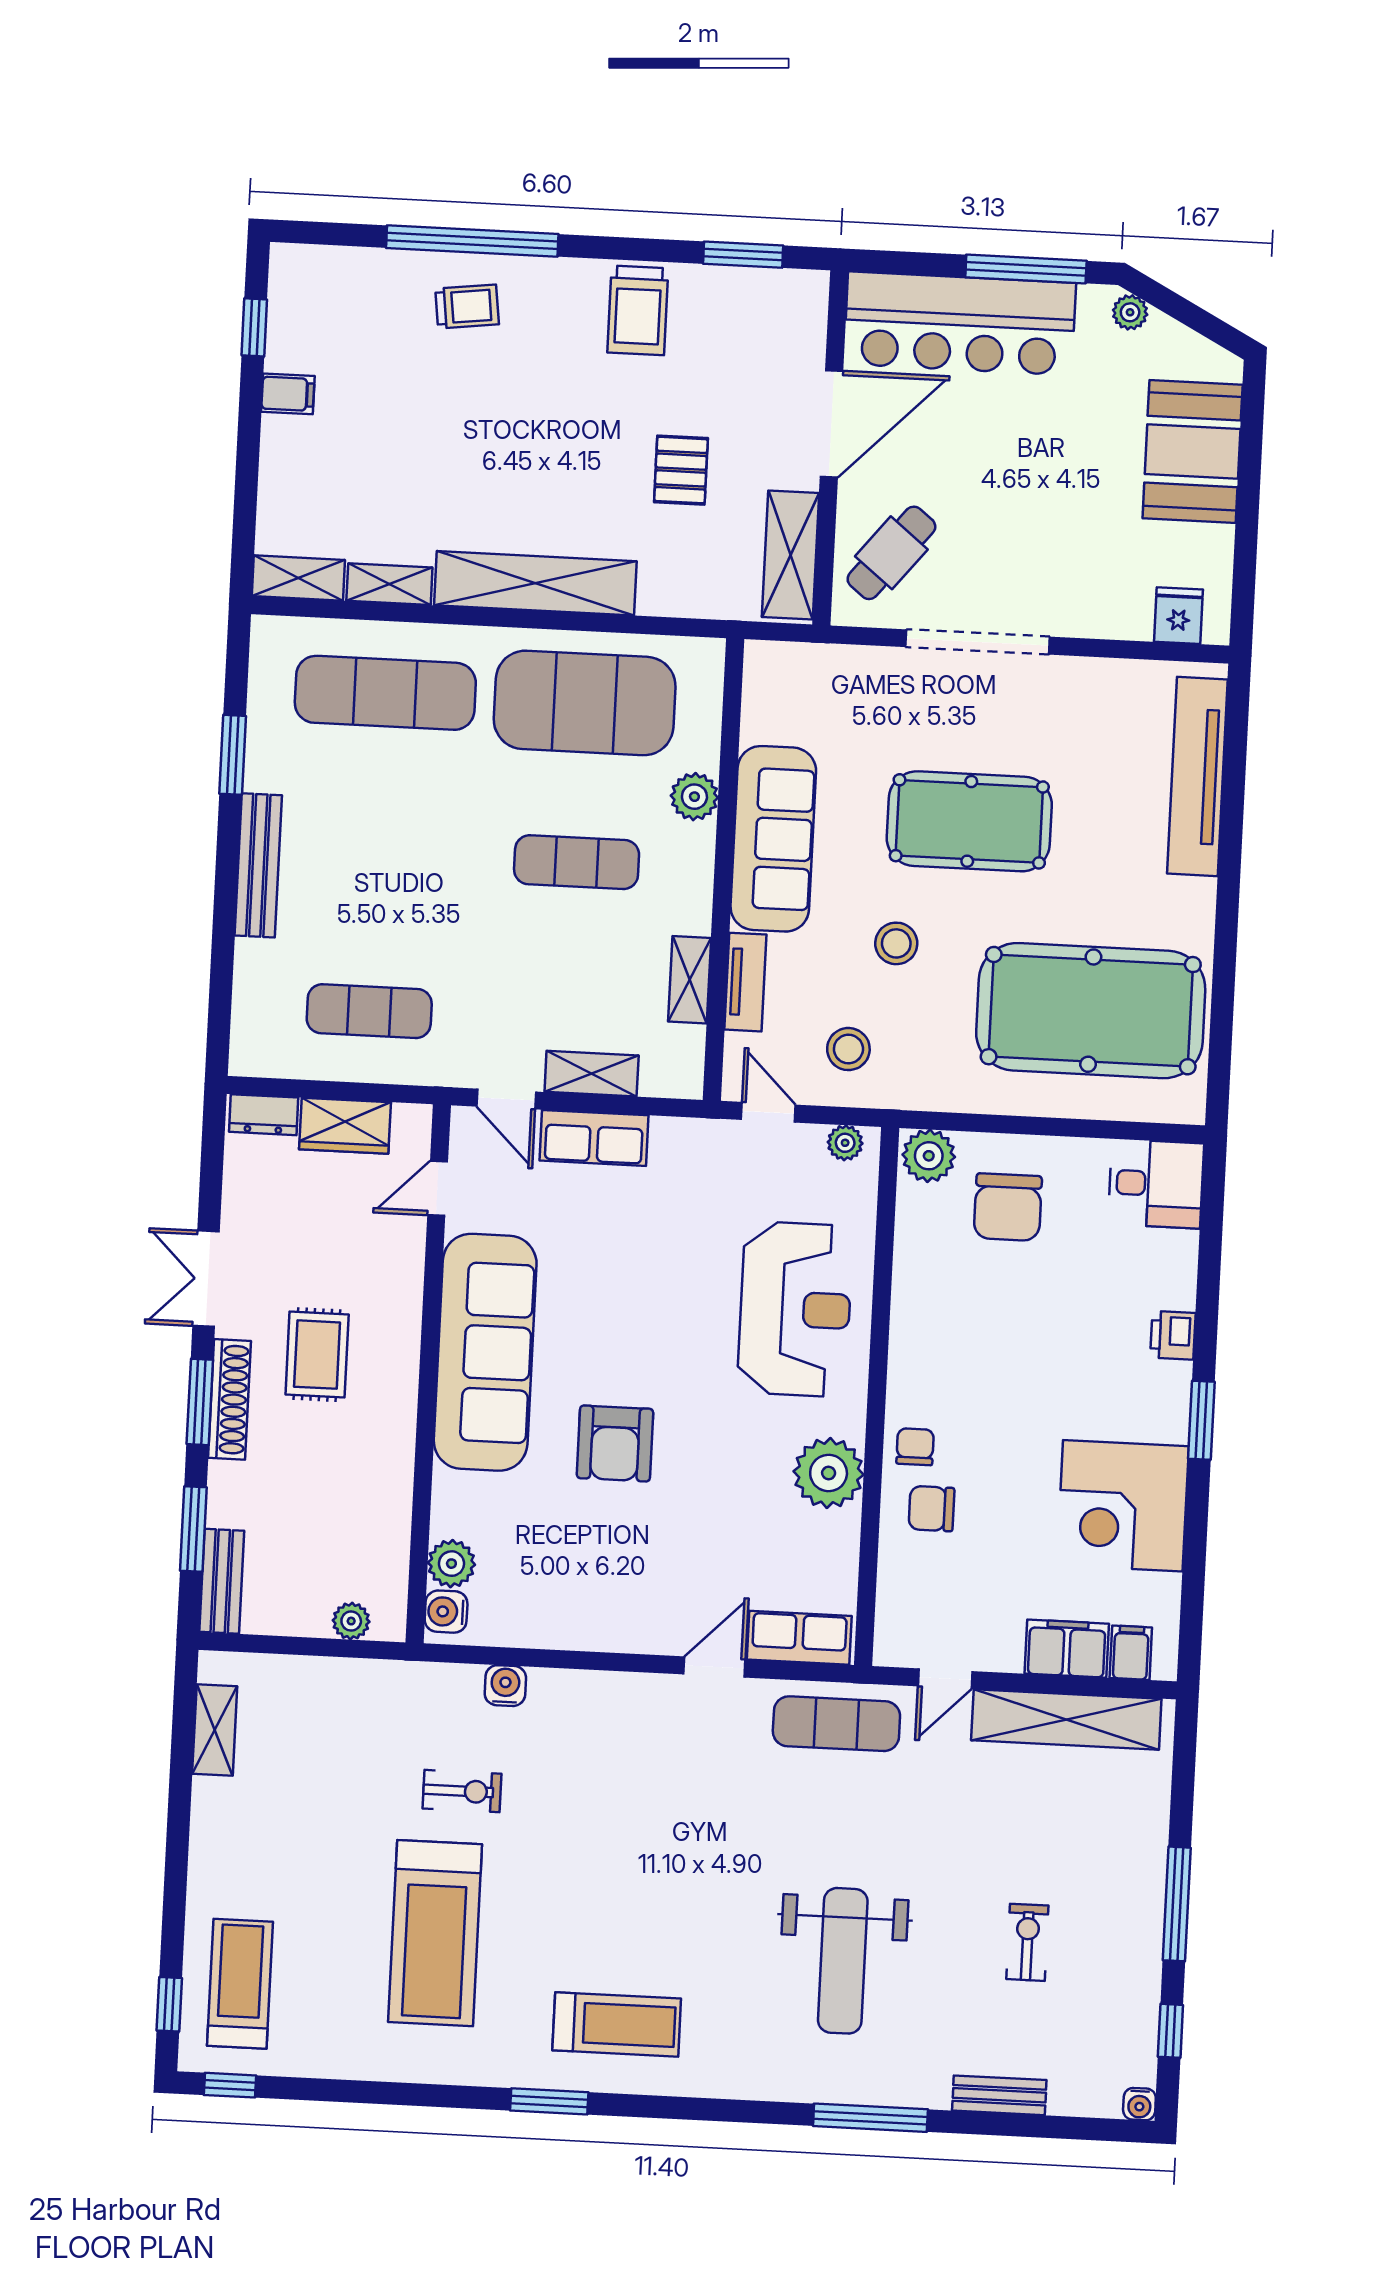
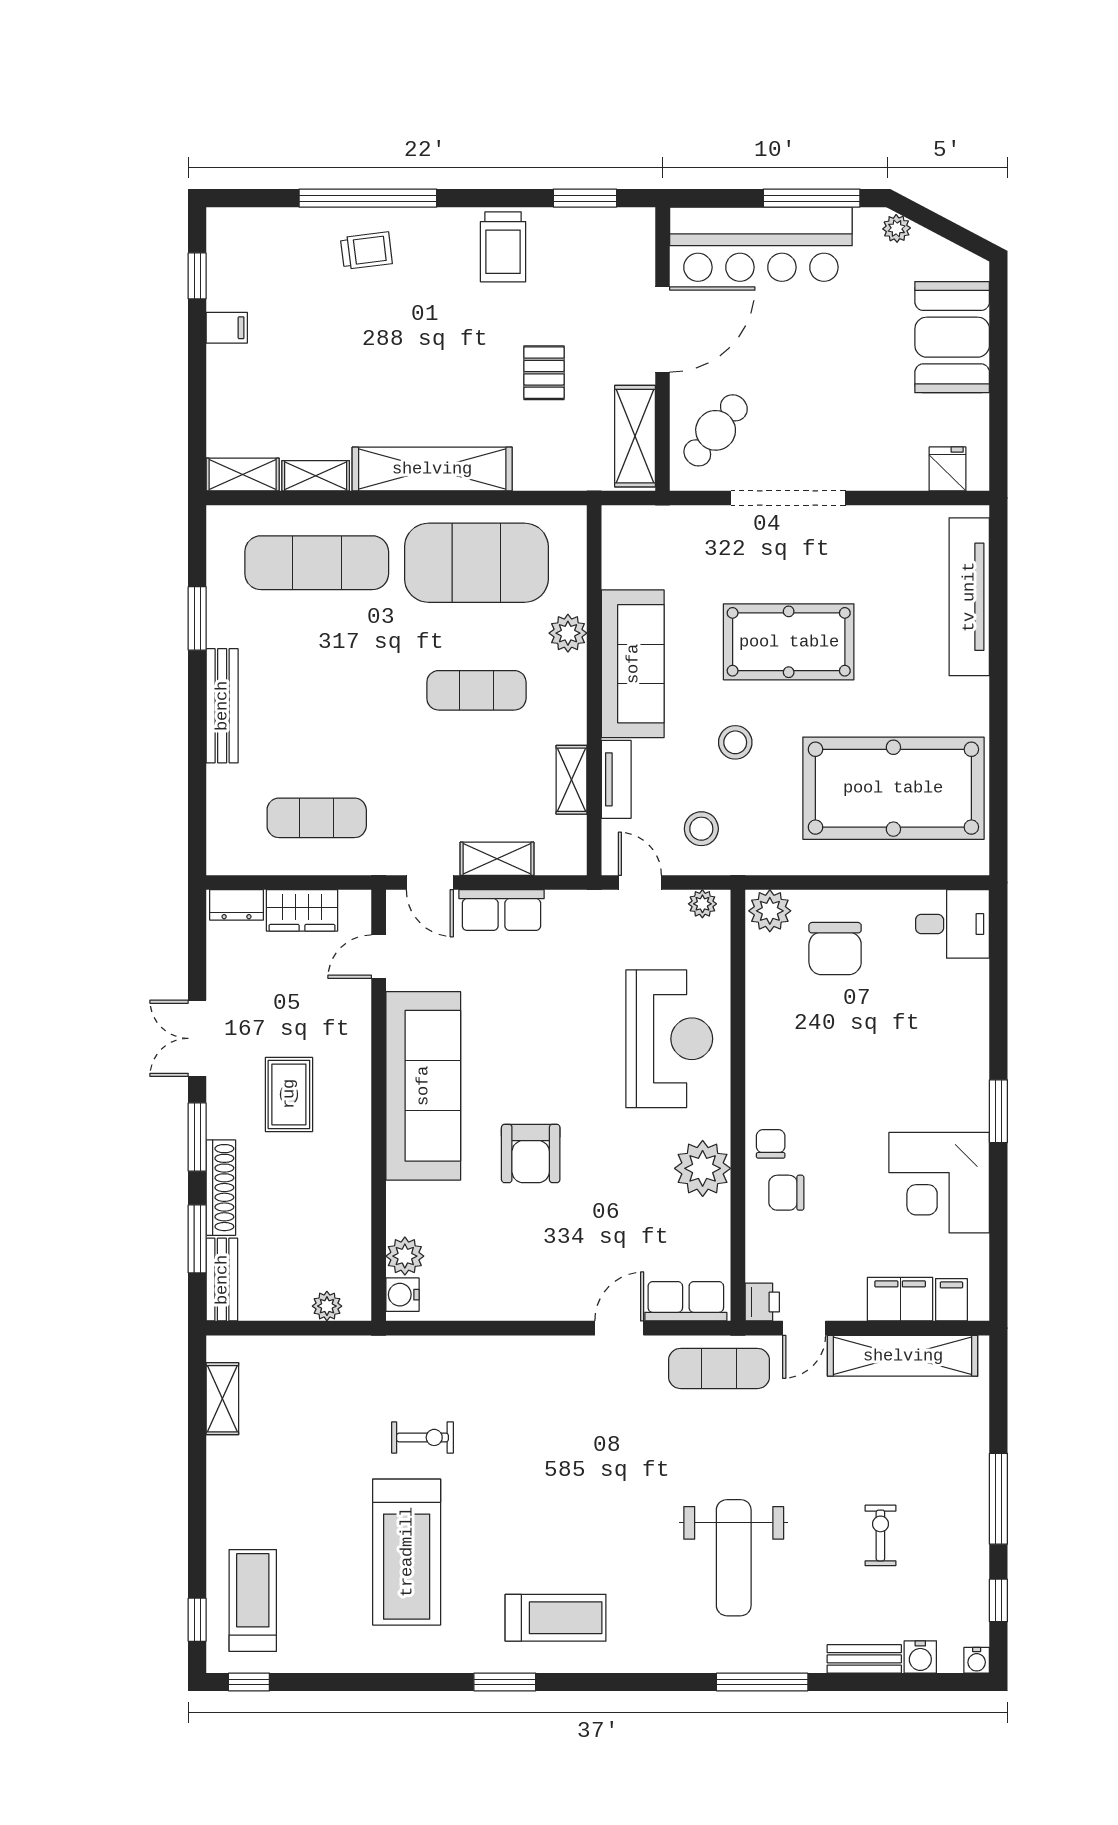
printer: (1173, 1335) -> (762, 1302), moved, turned 180
shoe rack: (230, 1399) -> (221, 1188), moved
water cooler: (505, 1686) -> (920, 1657), moved, turned 180

